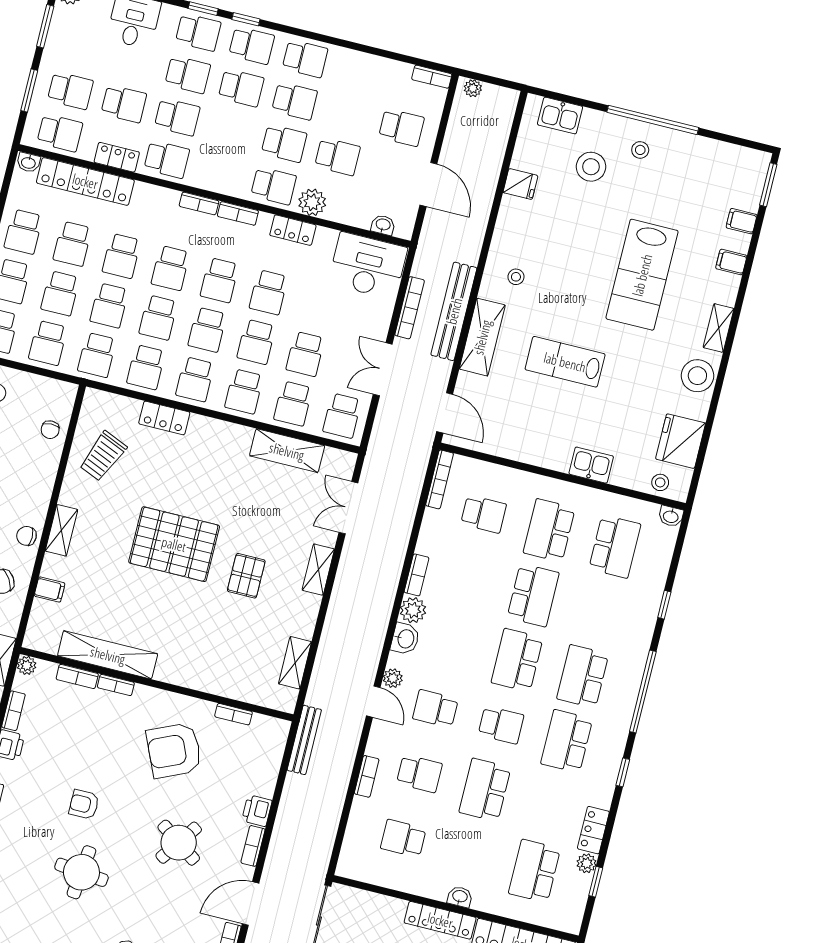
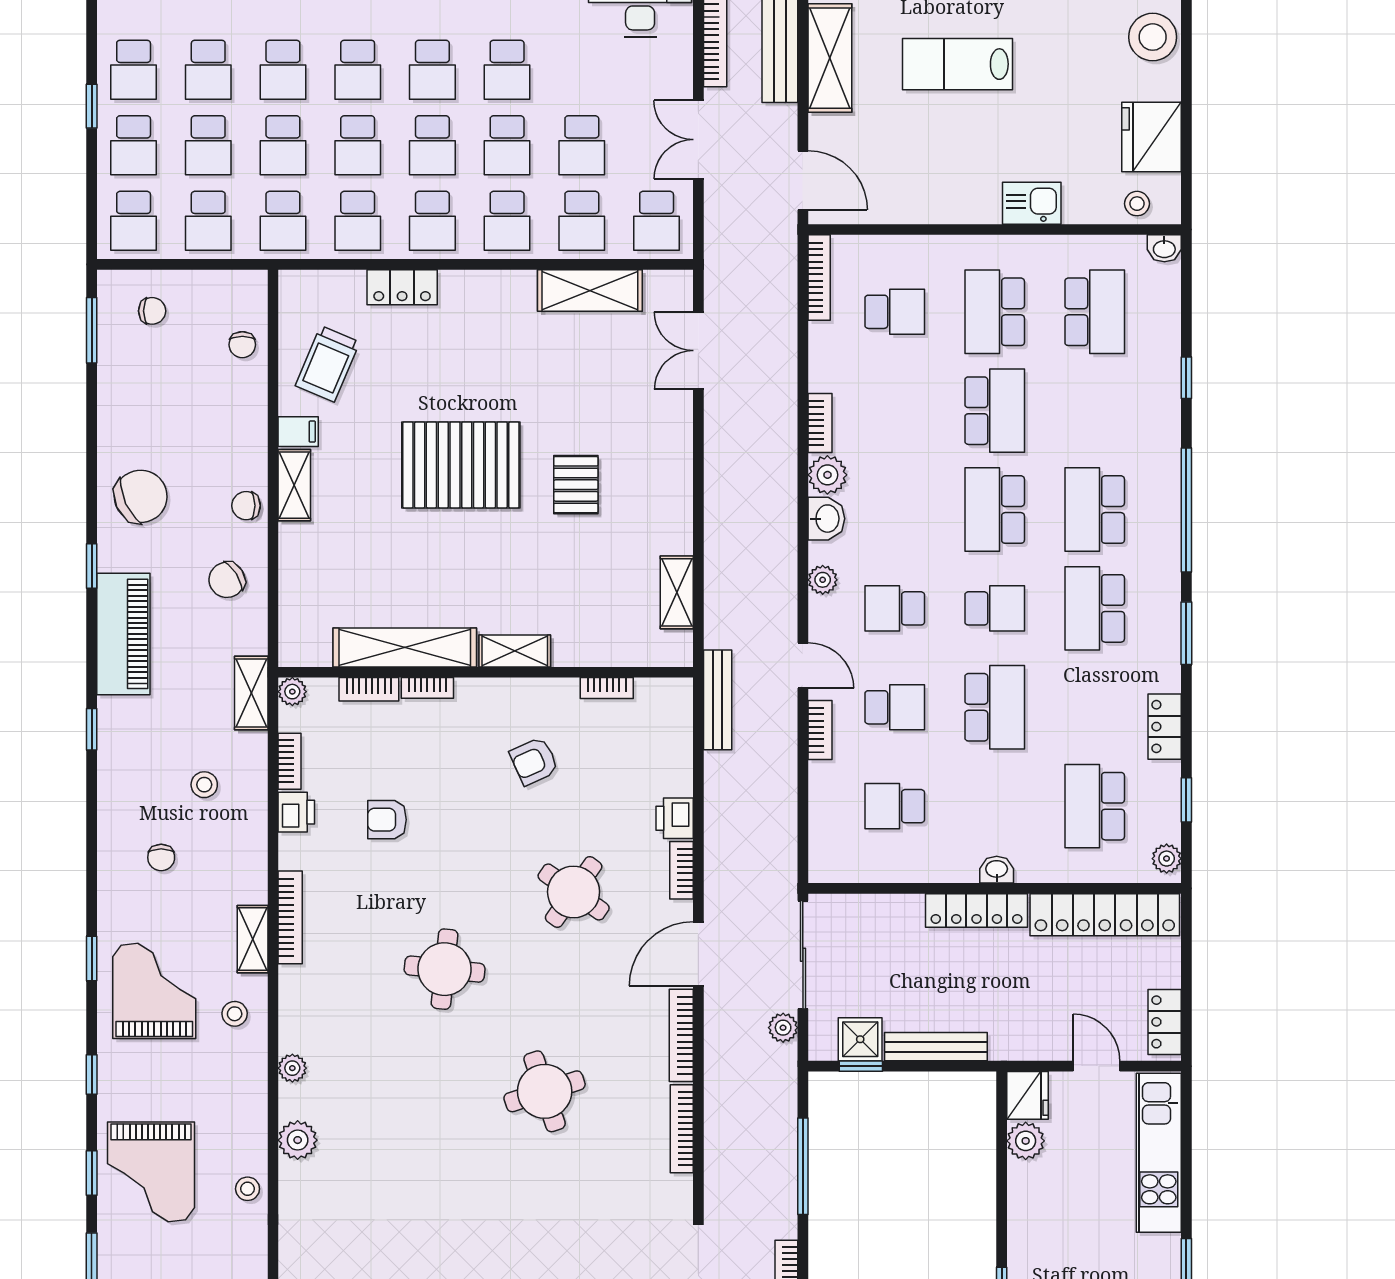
shelving: (318, 570) -> (515, 651), moved, turned 90
filing cabinet: (50, 590) -> (298, 432), moved
door: (373, 702) -> (803, 665), moved
armchair: (174, 750) -> (534, 761), width x0.53, depth x0.53
window: (623, 772) -> (1186, 633), width x1.50
school desk: (485, 790) -> (995, 707), turned 180
armchair: (84, 804) -> (387, 820), moved
plant: (587, 863) -> (1167, 859), moved

